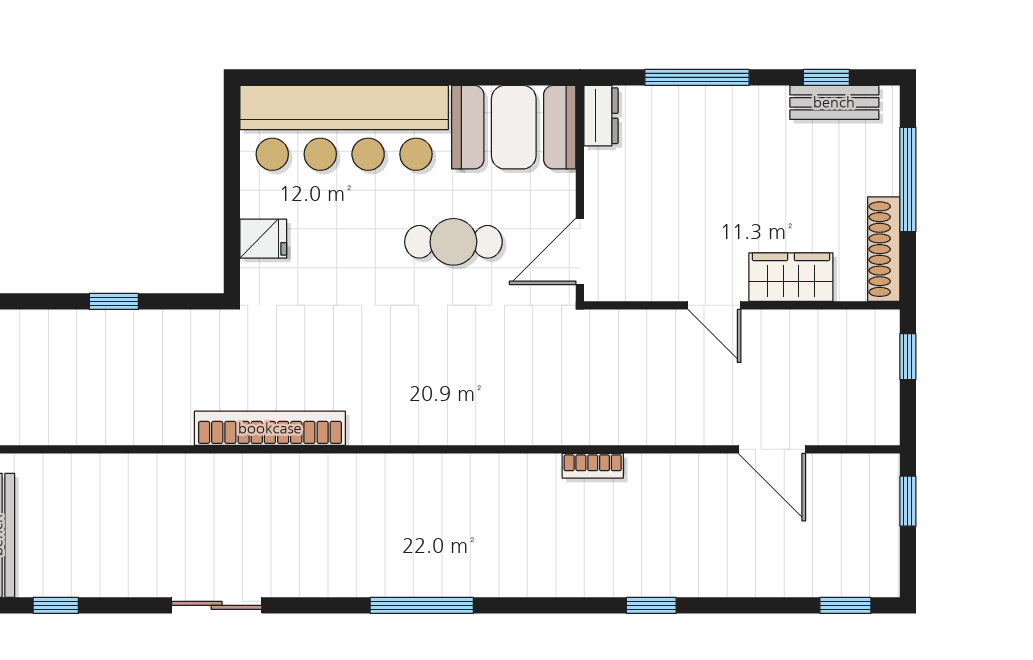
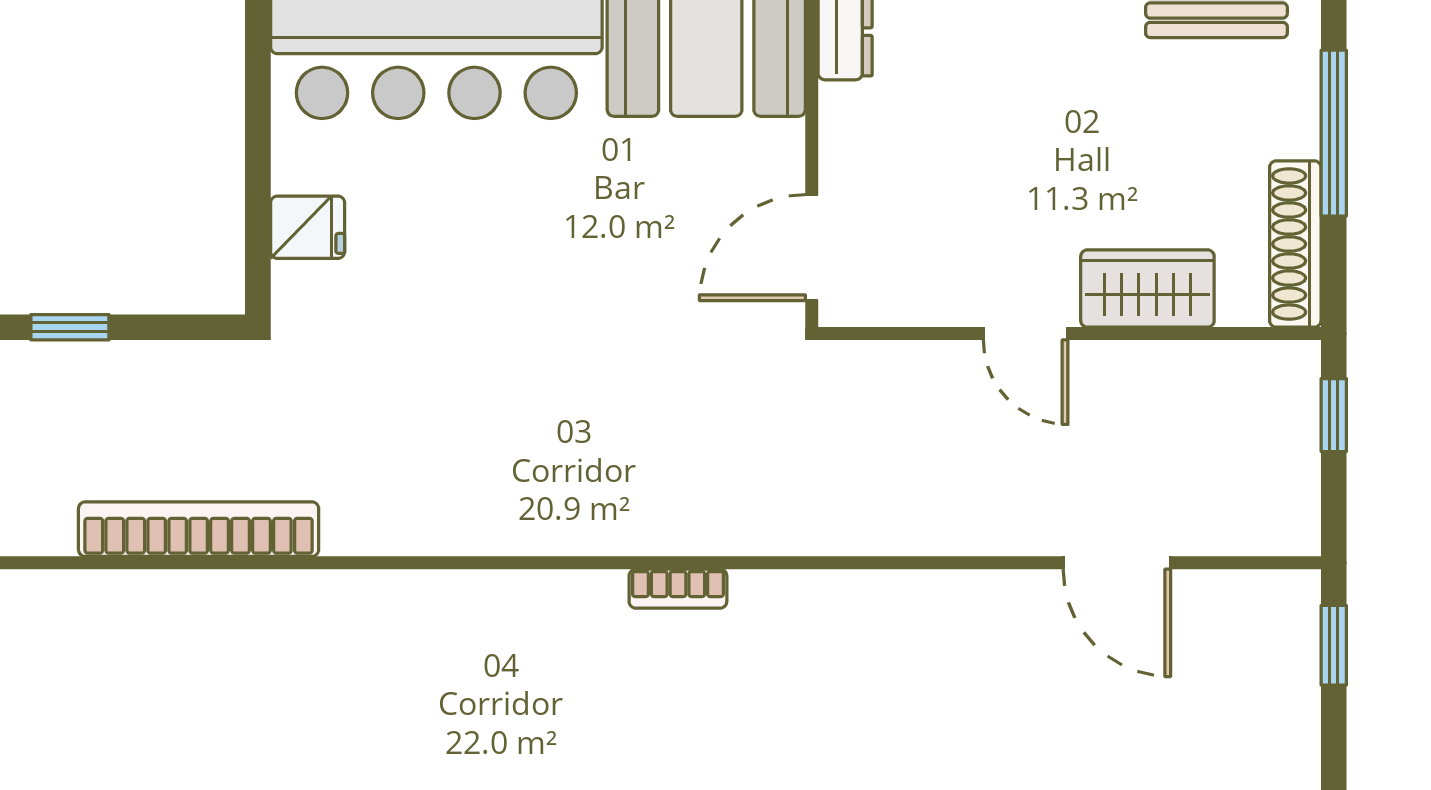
cafe table: (453, 242) -> (610, 232), removed
bookcase: (270, 428) -> (199, 529), moved
bookcase: (593, 466) -> (678, 589), moved

